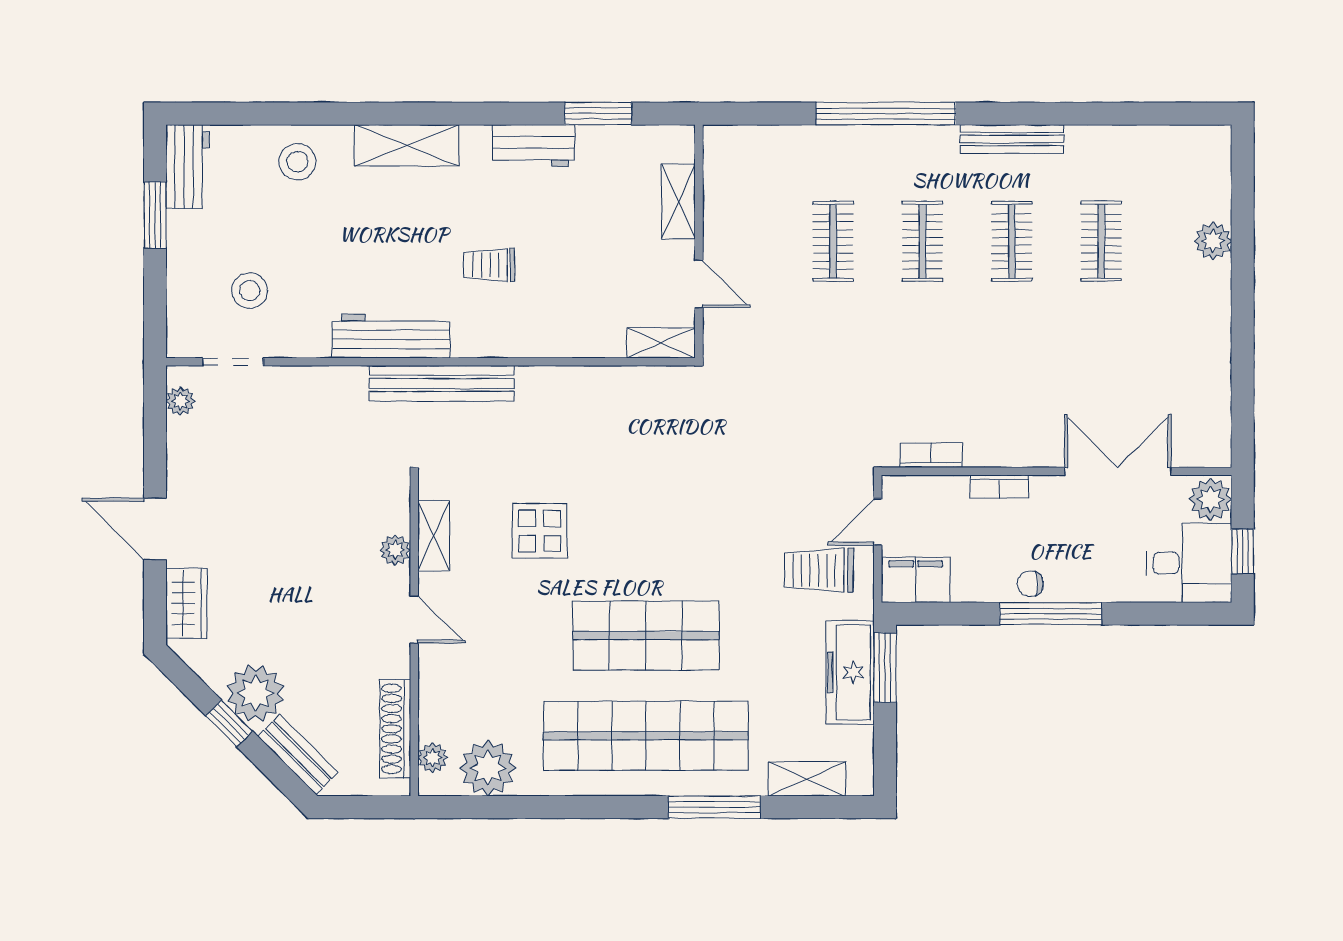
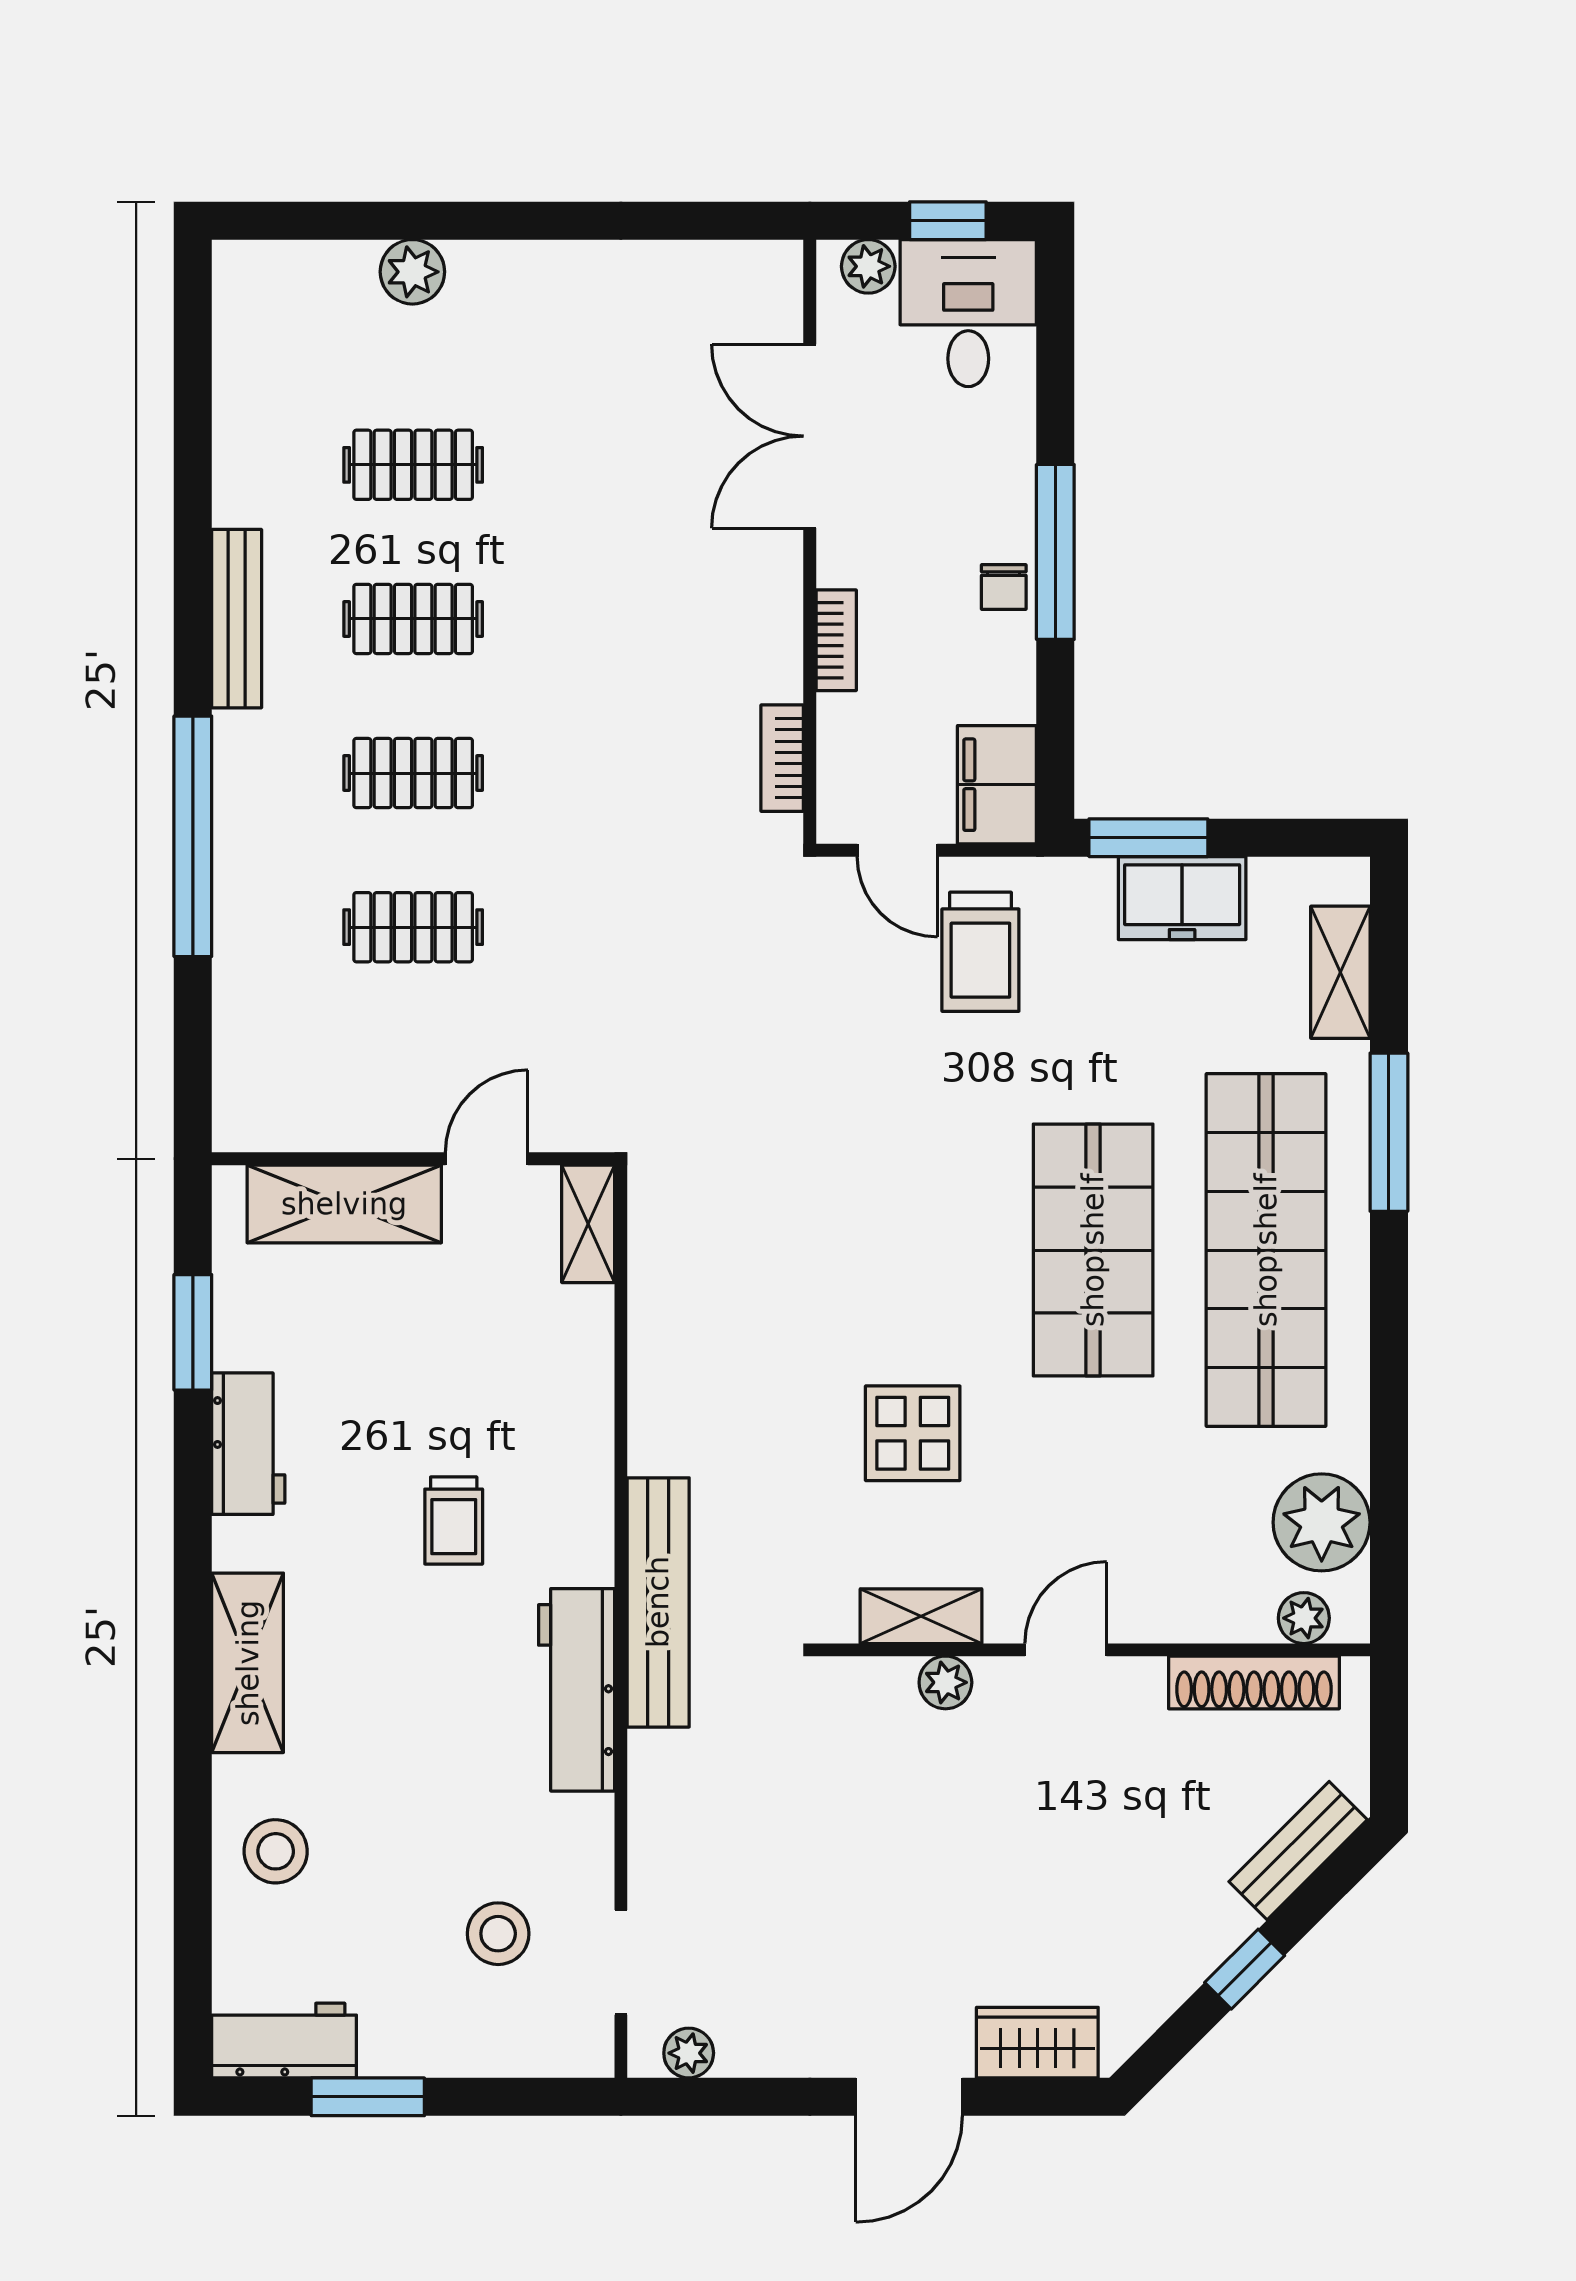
shelving: (678, 201) -> (344, 1204), width x1.50, depth x1.33
plant: (1210, 499) -> (868, 266), width x0.73, depth x0.73
freezer: (850, 672) -> (1182, 898), width x0.71
plant: (256, 693) -> (1193, 1923), removed

